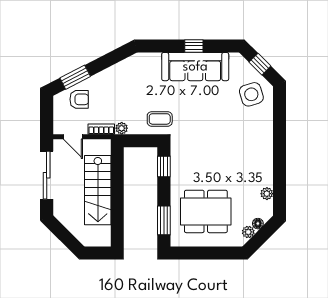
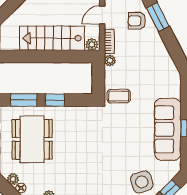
armchair: (79, 99) -> (137, 21), turned 90
coffee table: (160, 119) -> (119, 96), turned 90
plant: (104, 148) -> (92, 44), added
window: (164, 166) -> (55, 100), moved

